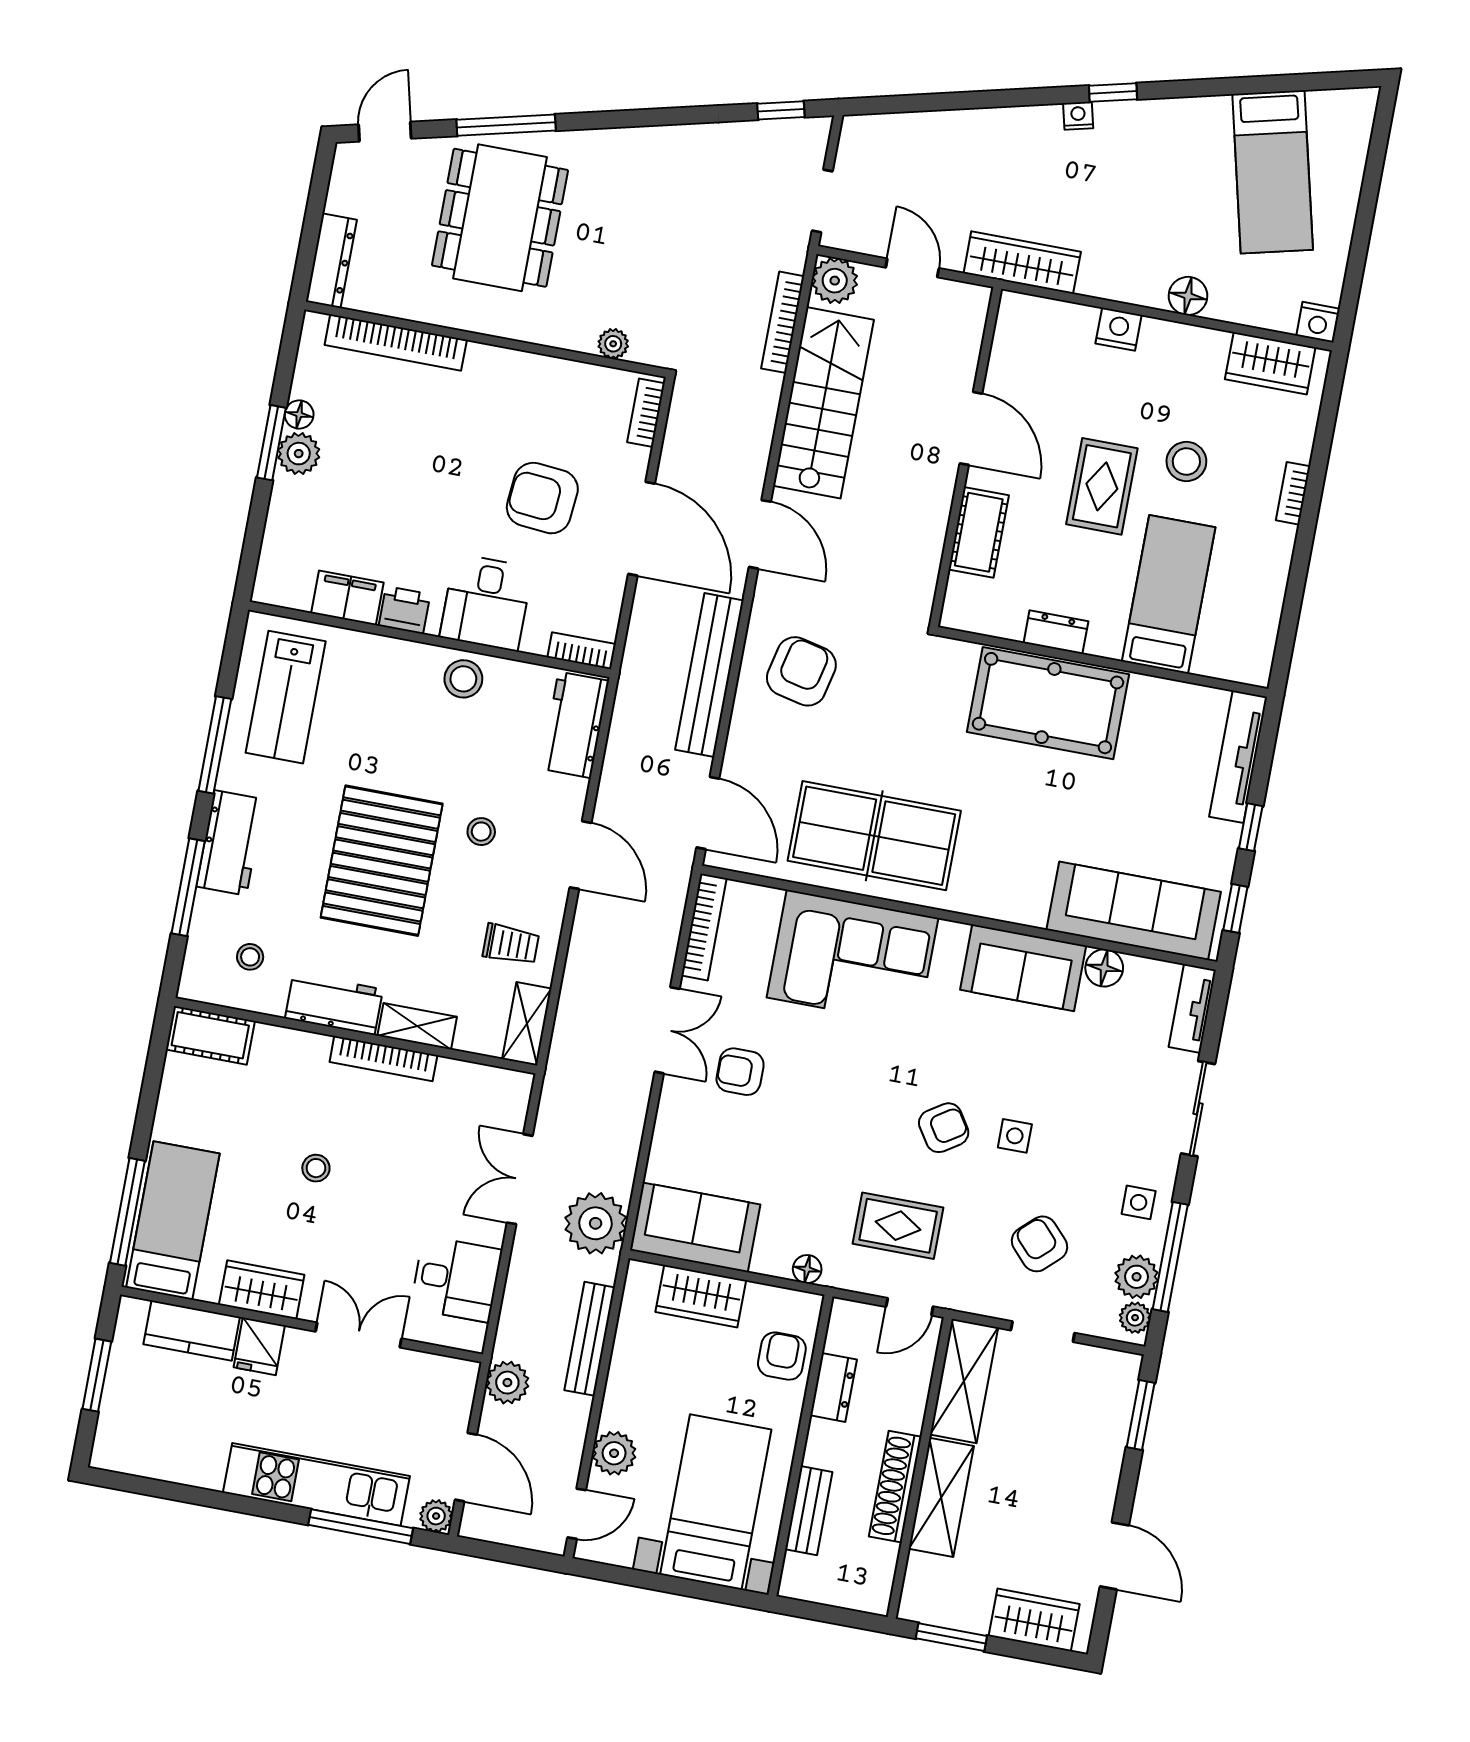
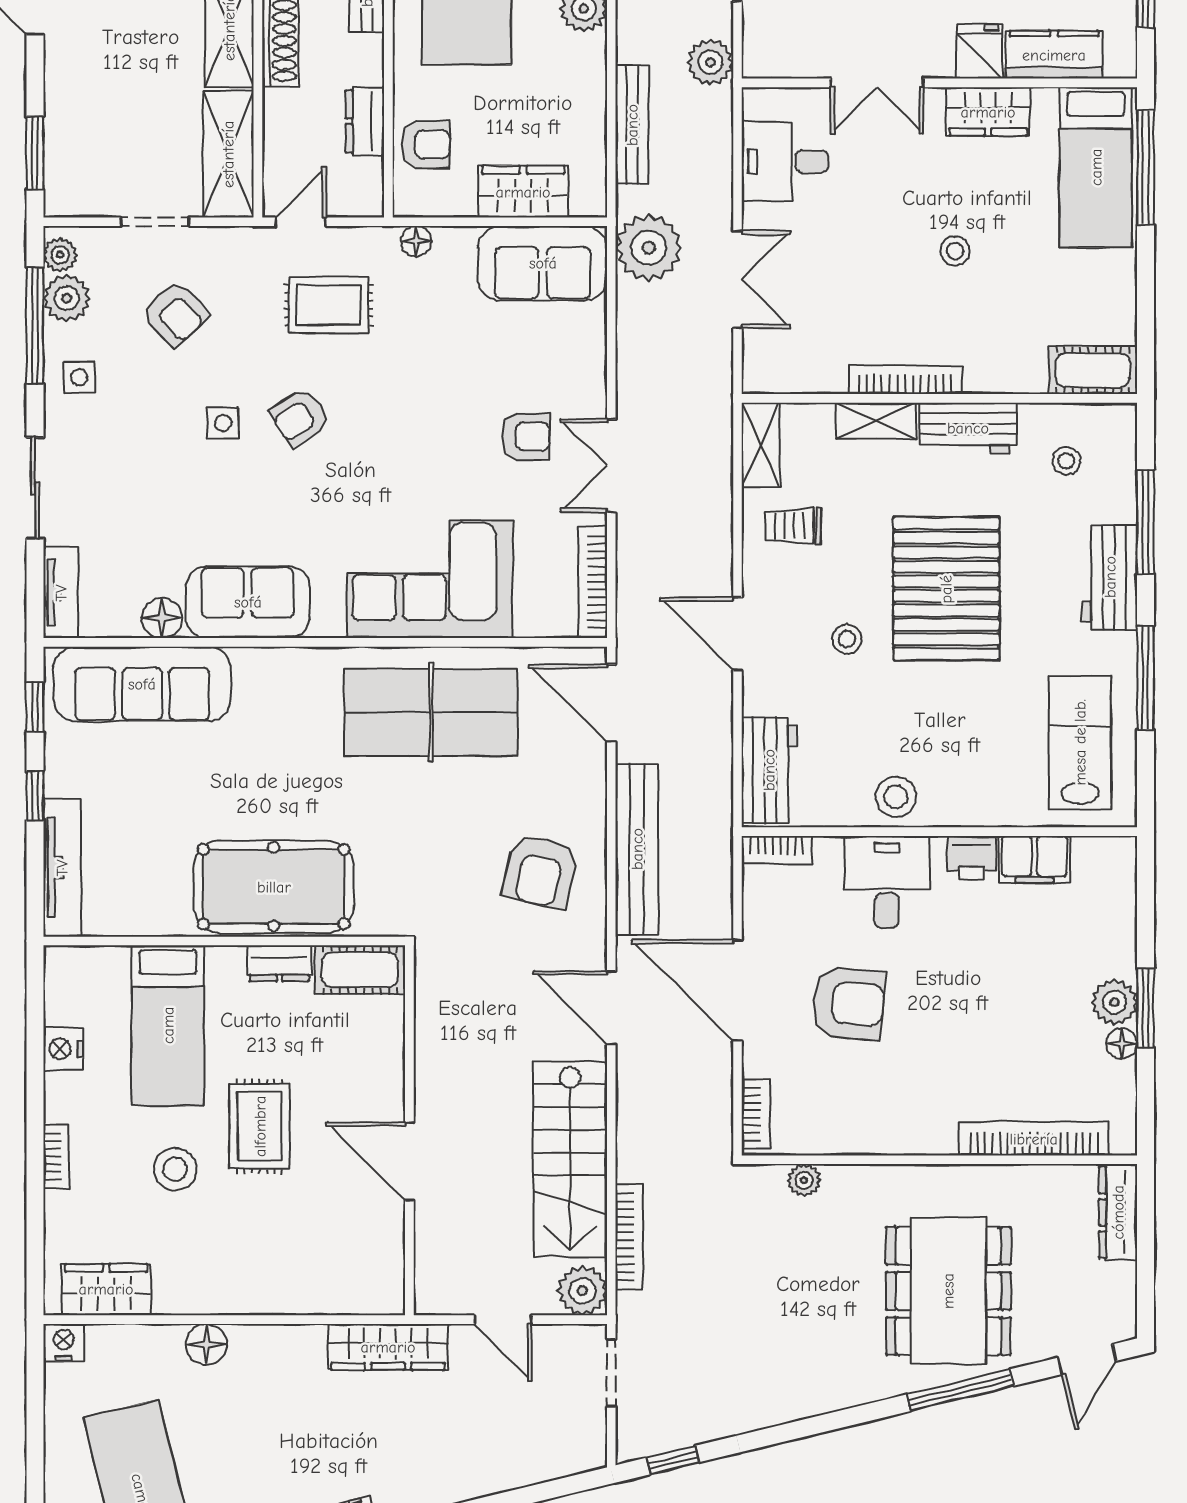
nightstand: (1119, 329) -> (63, 1049), moved, turned 90
cot: (979, 532) -> (360, 970), moved, turned 90
armchair: (782, 1356) -> (426, 144), turned -90

